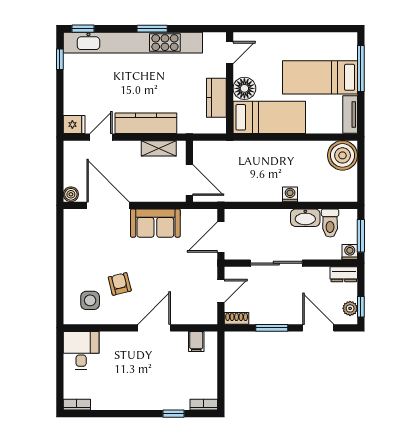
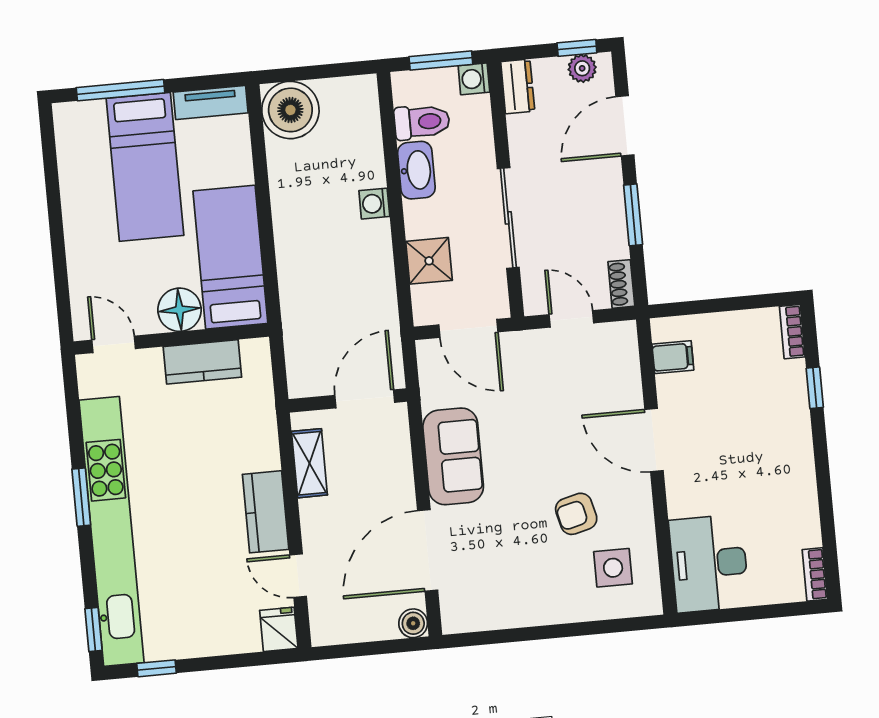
kitchen counter: (146, 123) -> (266, 512), width x0.67
shower: (258, 220) -> (429, 261), added
desk: (81, 350) -> (709, 563), width x1.37

